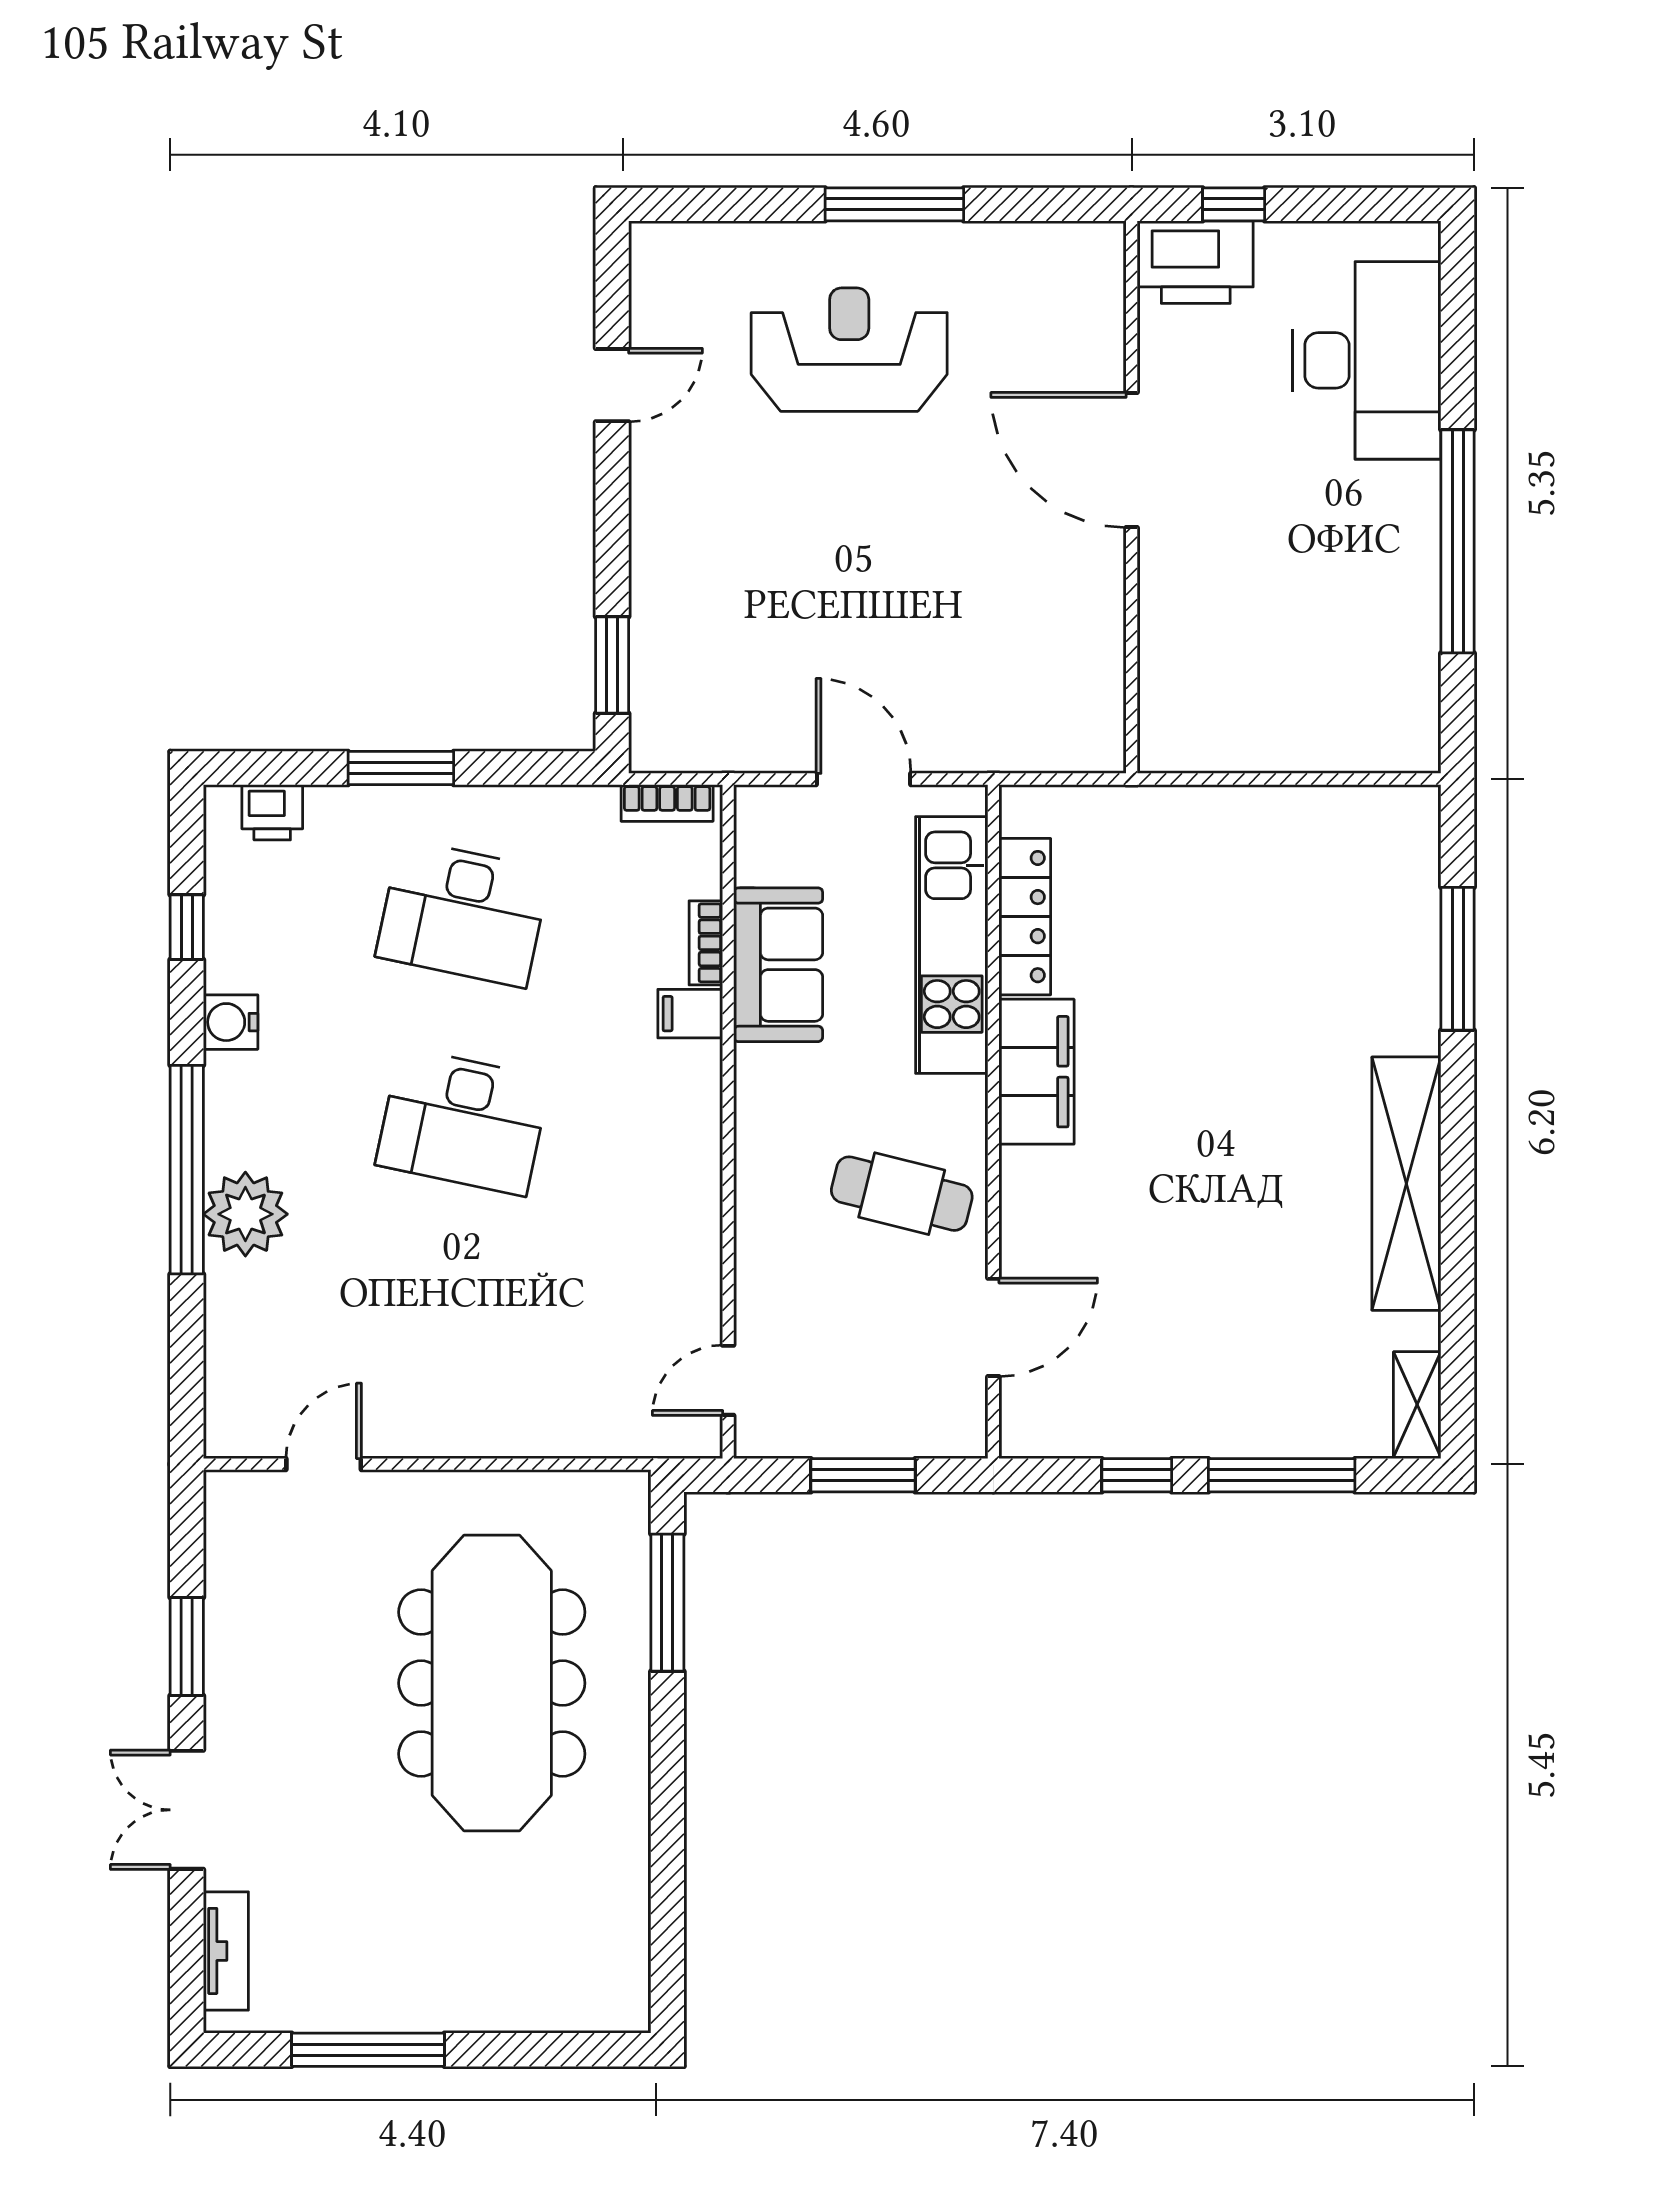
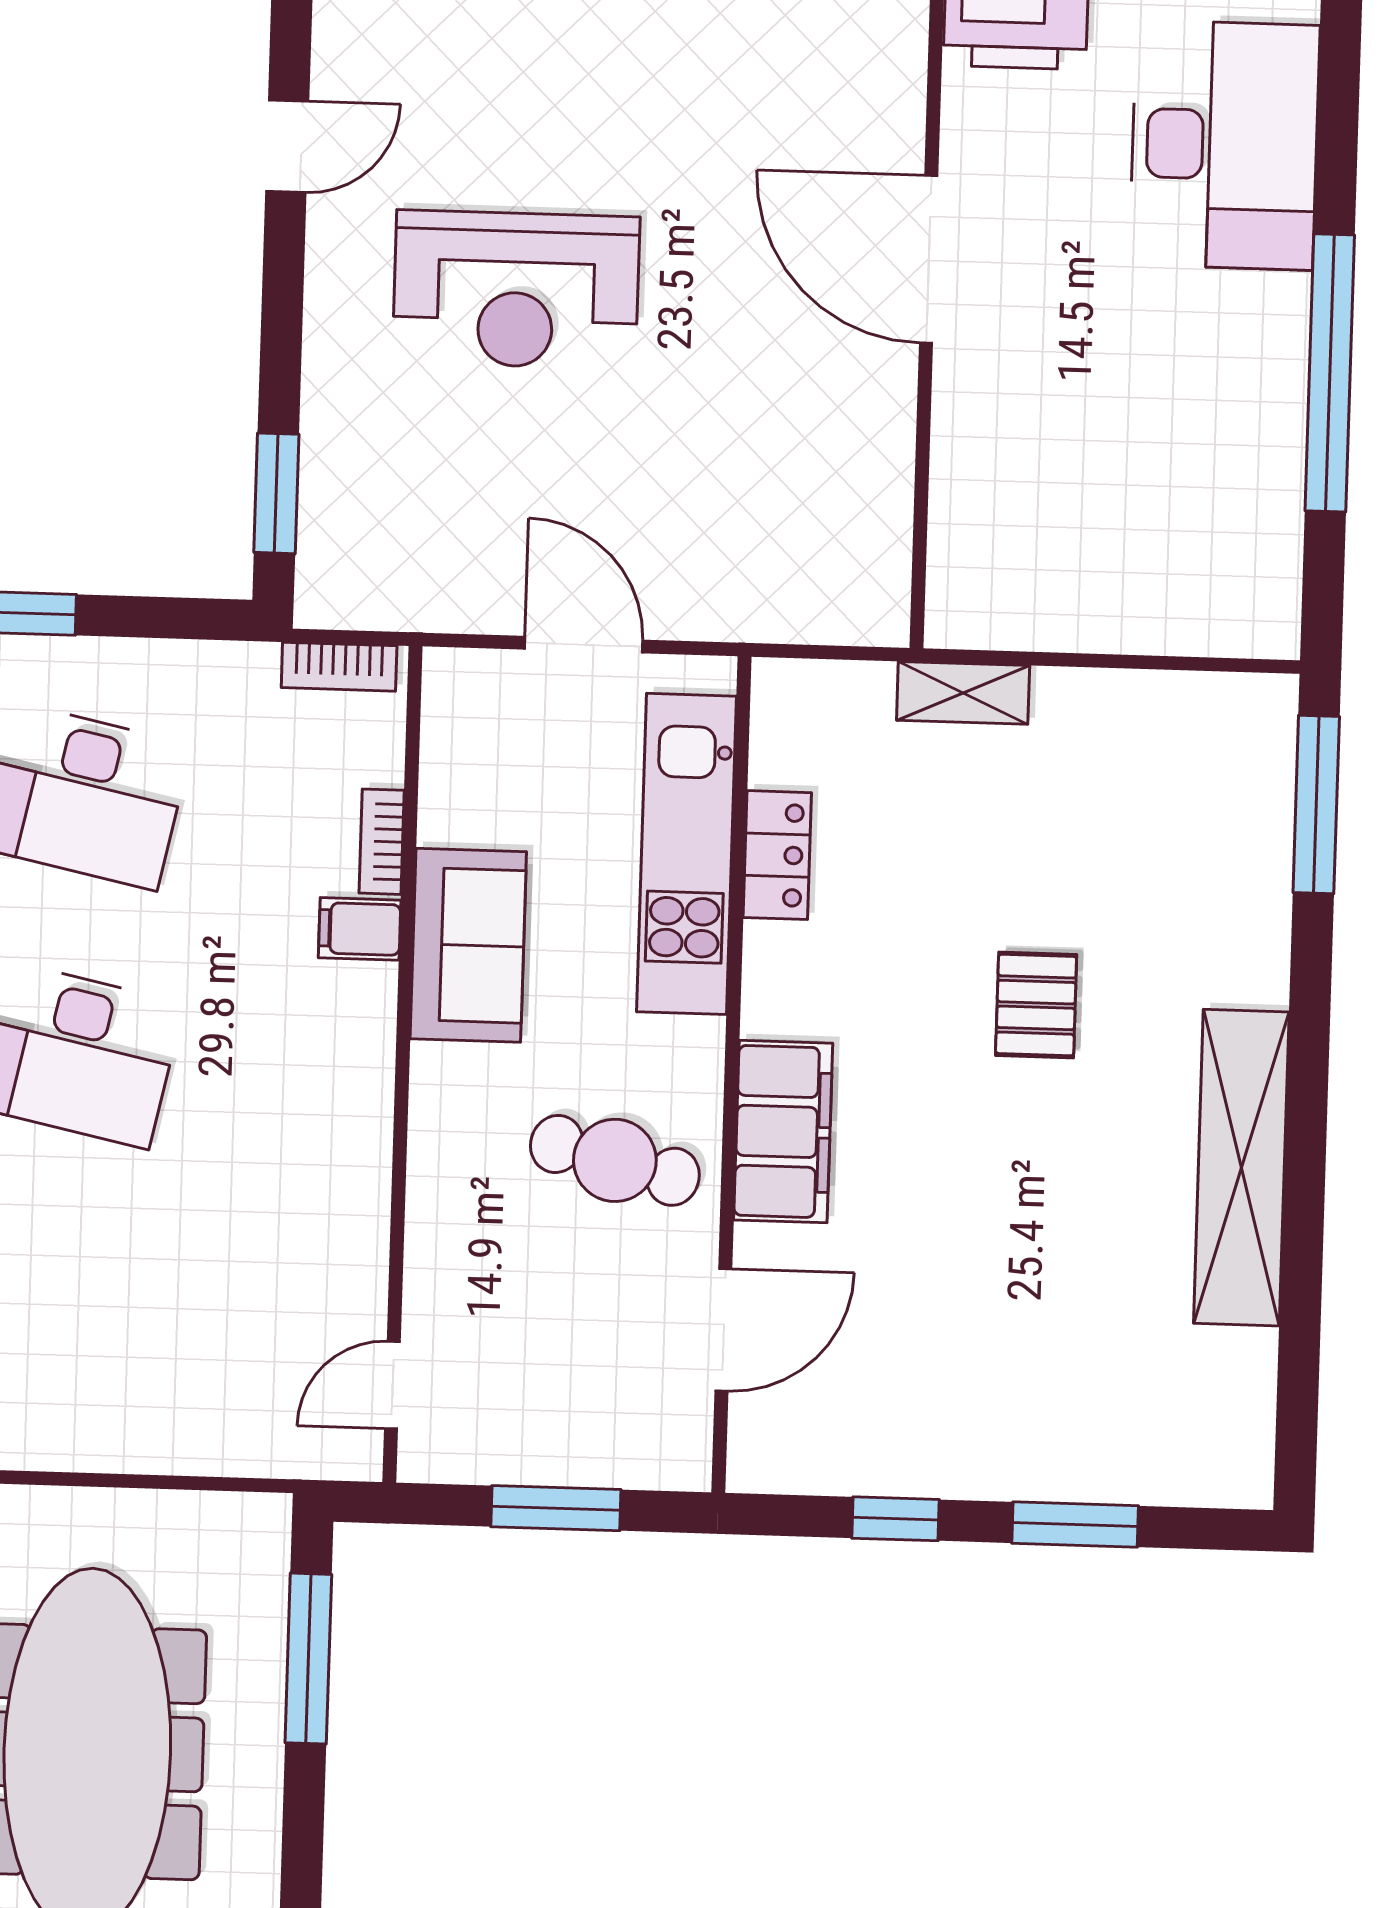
reception desk: (849, 350) -> (516, 290), moved, turned 180
locker: (1025, 917) -> (777, 855), width x0.66
window: (1458, 959) -> (1316, 804), moved
sofa: (778, 965) -> (468, 945), moved
pallet: (1237, 1058) -> (1036, 1005), added
filing cabinet: (1037, 1072) -> (783, 1132), moved
shelving: (1417, 1404) -> (963, 693), moved, turned 90
window: (1282, 1475) -> (1075, 1524), width x0.69

